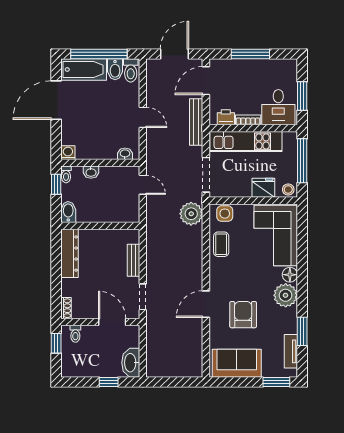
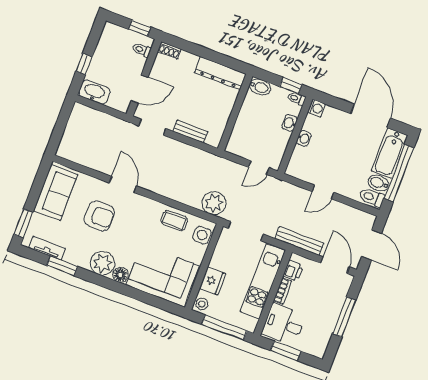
washbasin: (125, 154) -> (304, 138), moved

